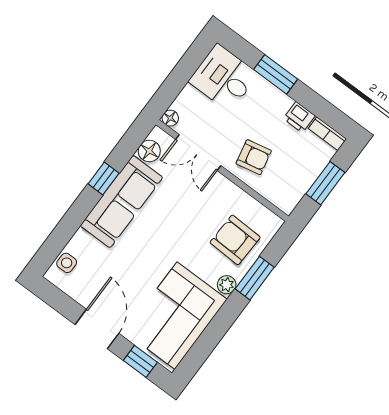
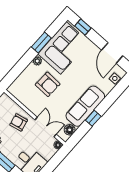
armchair: (235, 240) -> (48, 84), moved
window: (255, 278) -> (41, 43), moved
door: (97, 329) -> (112, 53), moved

